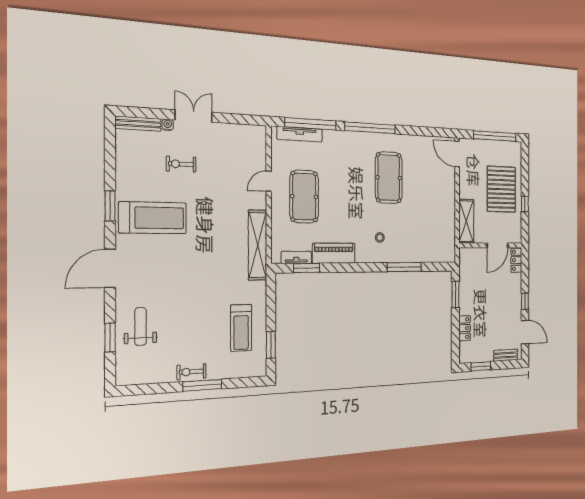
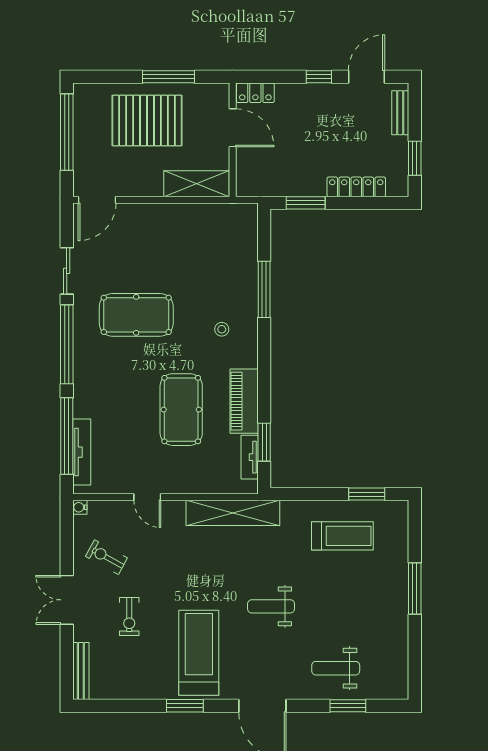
water cooler: (168, 125) -> (80, 507), moved
sliding door: (415, 131) -> (67, 271), added
pool table: (304, 197) -> (181, 410), moved, turned 90
window: (525, 204) -> (168, 77), width x2.17
weight bench: (189, 274) -> (271, 606), added
locker: (465, 328) -> (356, 187), width x1.53
exercise bike: (191, 372) -> (106, 557), moved, turned 119

